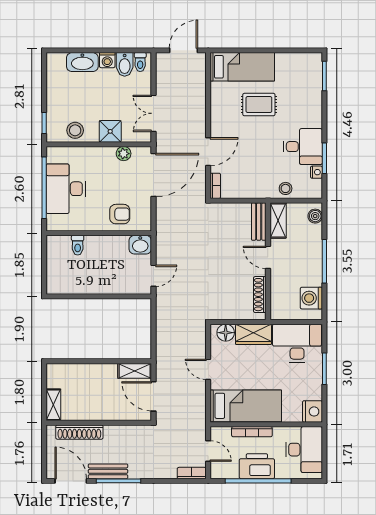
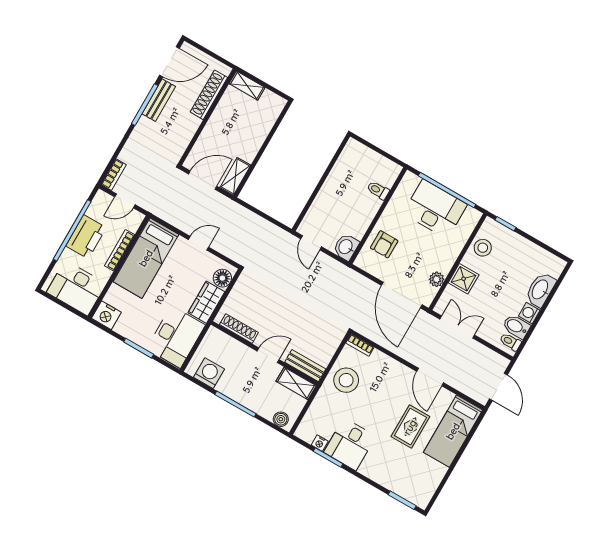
door: (208, 152) -> (430, 377), moved
stool: (286, 188) -> (346, 380), moved, width x1.89, depth x1.89

